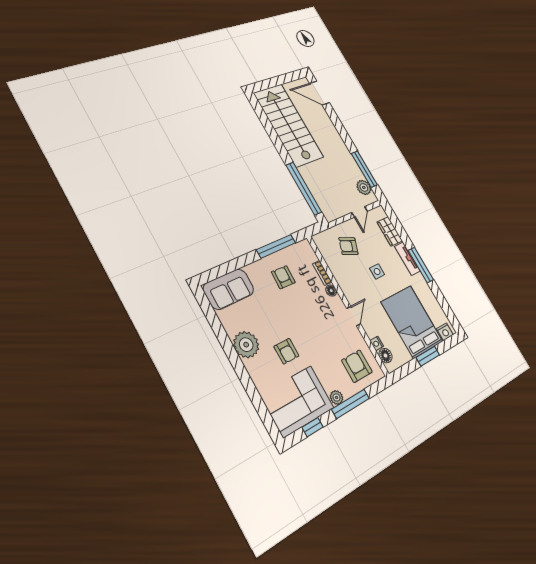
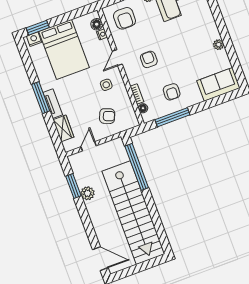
stairs: (289, 125) -> (133, 213), width x1.36
window: (364, 169) -> (73, 186), width x0.69
plant: (364, 187) -> (88, 193), moved
side table: (377, 271) -> (106, 85), moved
floor lamp: (331, 291) -> (143, 108), moved
plant: (246, 345) -> (219, 45), width x0.53, depth x0.53
armchair: (286, 351) -> (149, 59), moved
window: (428, 356) -> (38, 28), moved

